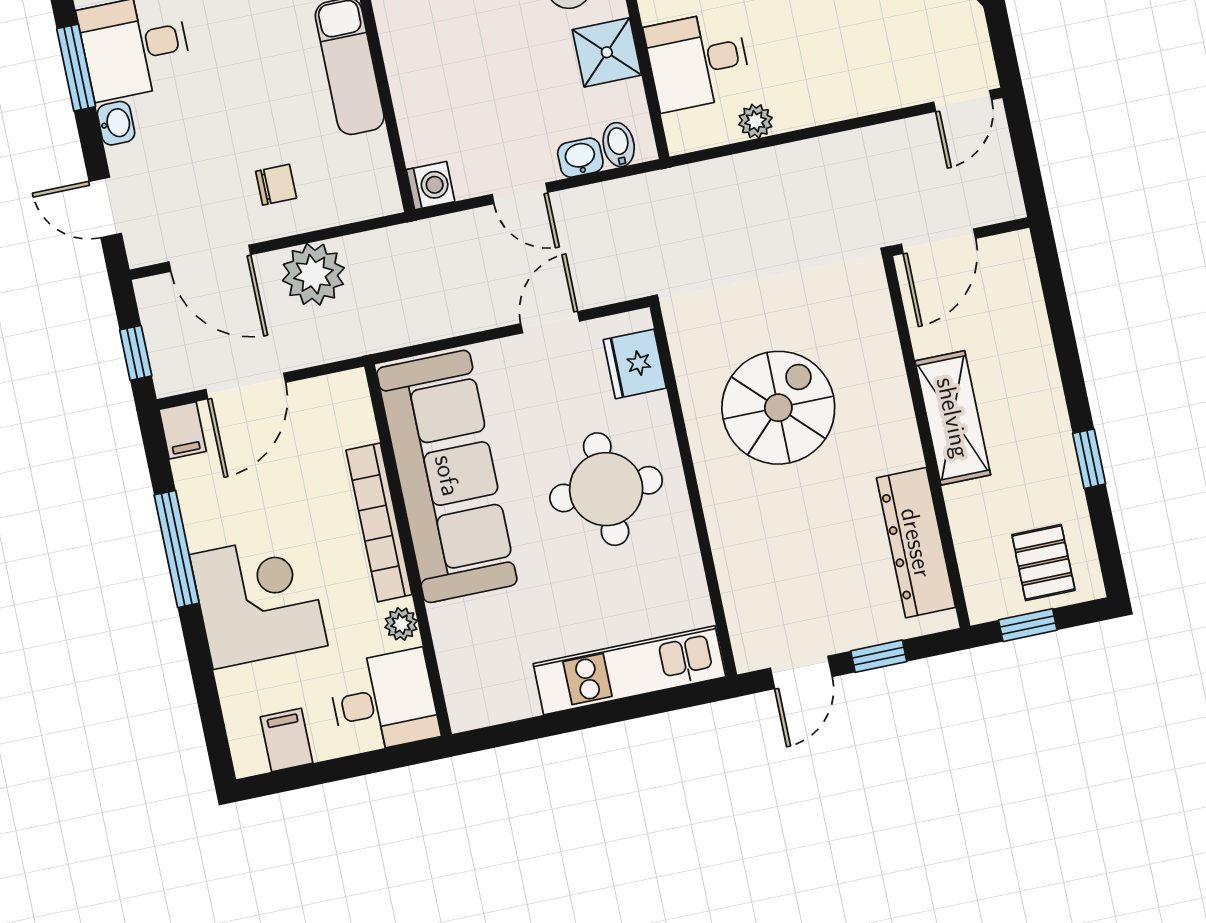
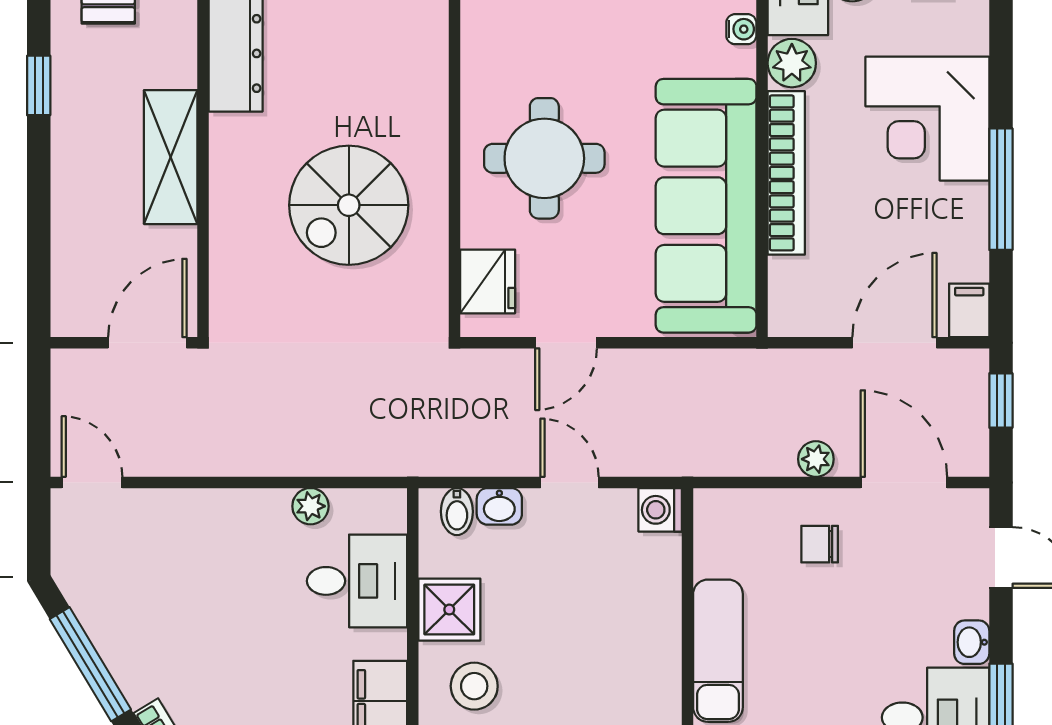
door: (963, 101) -> (92, 482), hinge flipped
plant: (313, 274) -> (816, 459), width x0.53, depth x0.53
plant: (401, 624) -> (792, 63), width x1.38, depth x1.38
water cooler: (448, 647) -> (741, 29), added

